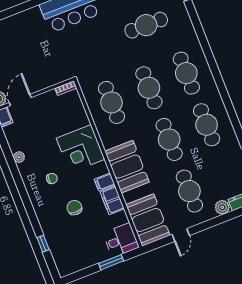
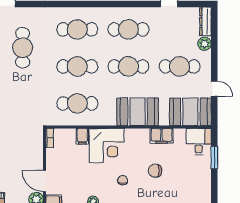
filing cabinet: (105, 182) -> (82, 136), moved

